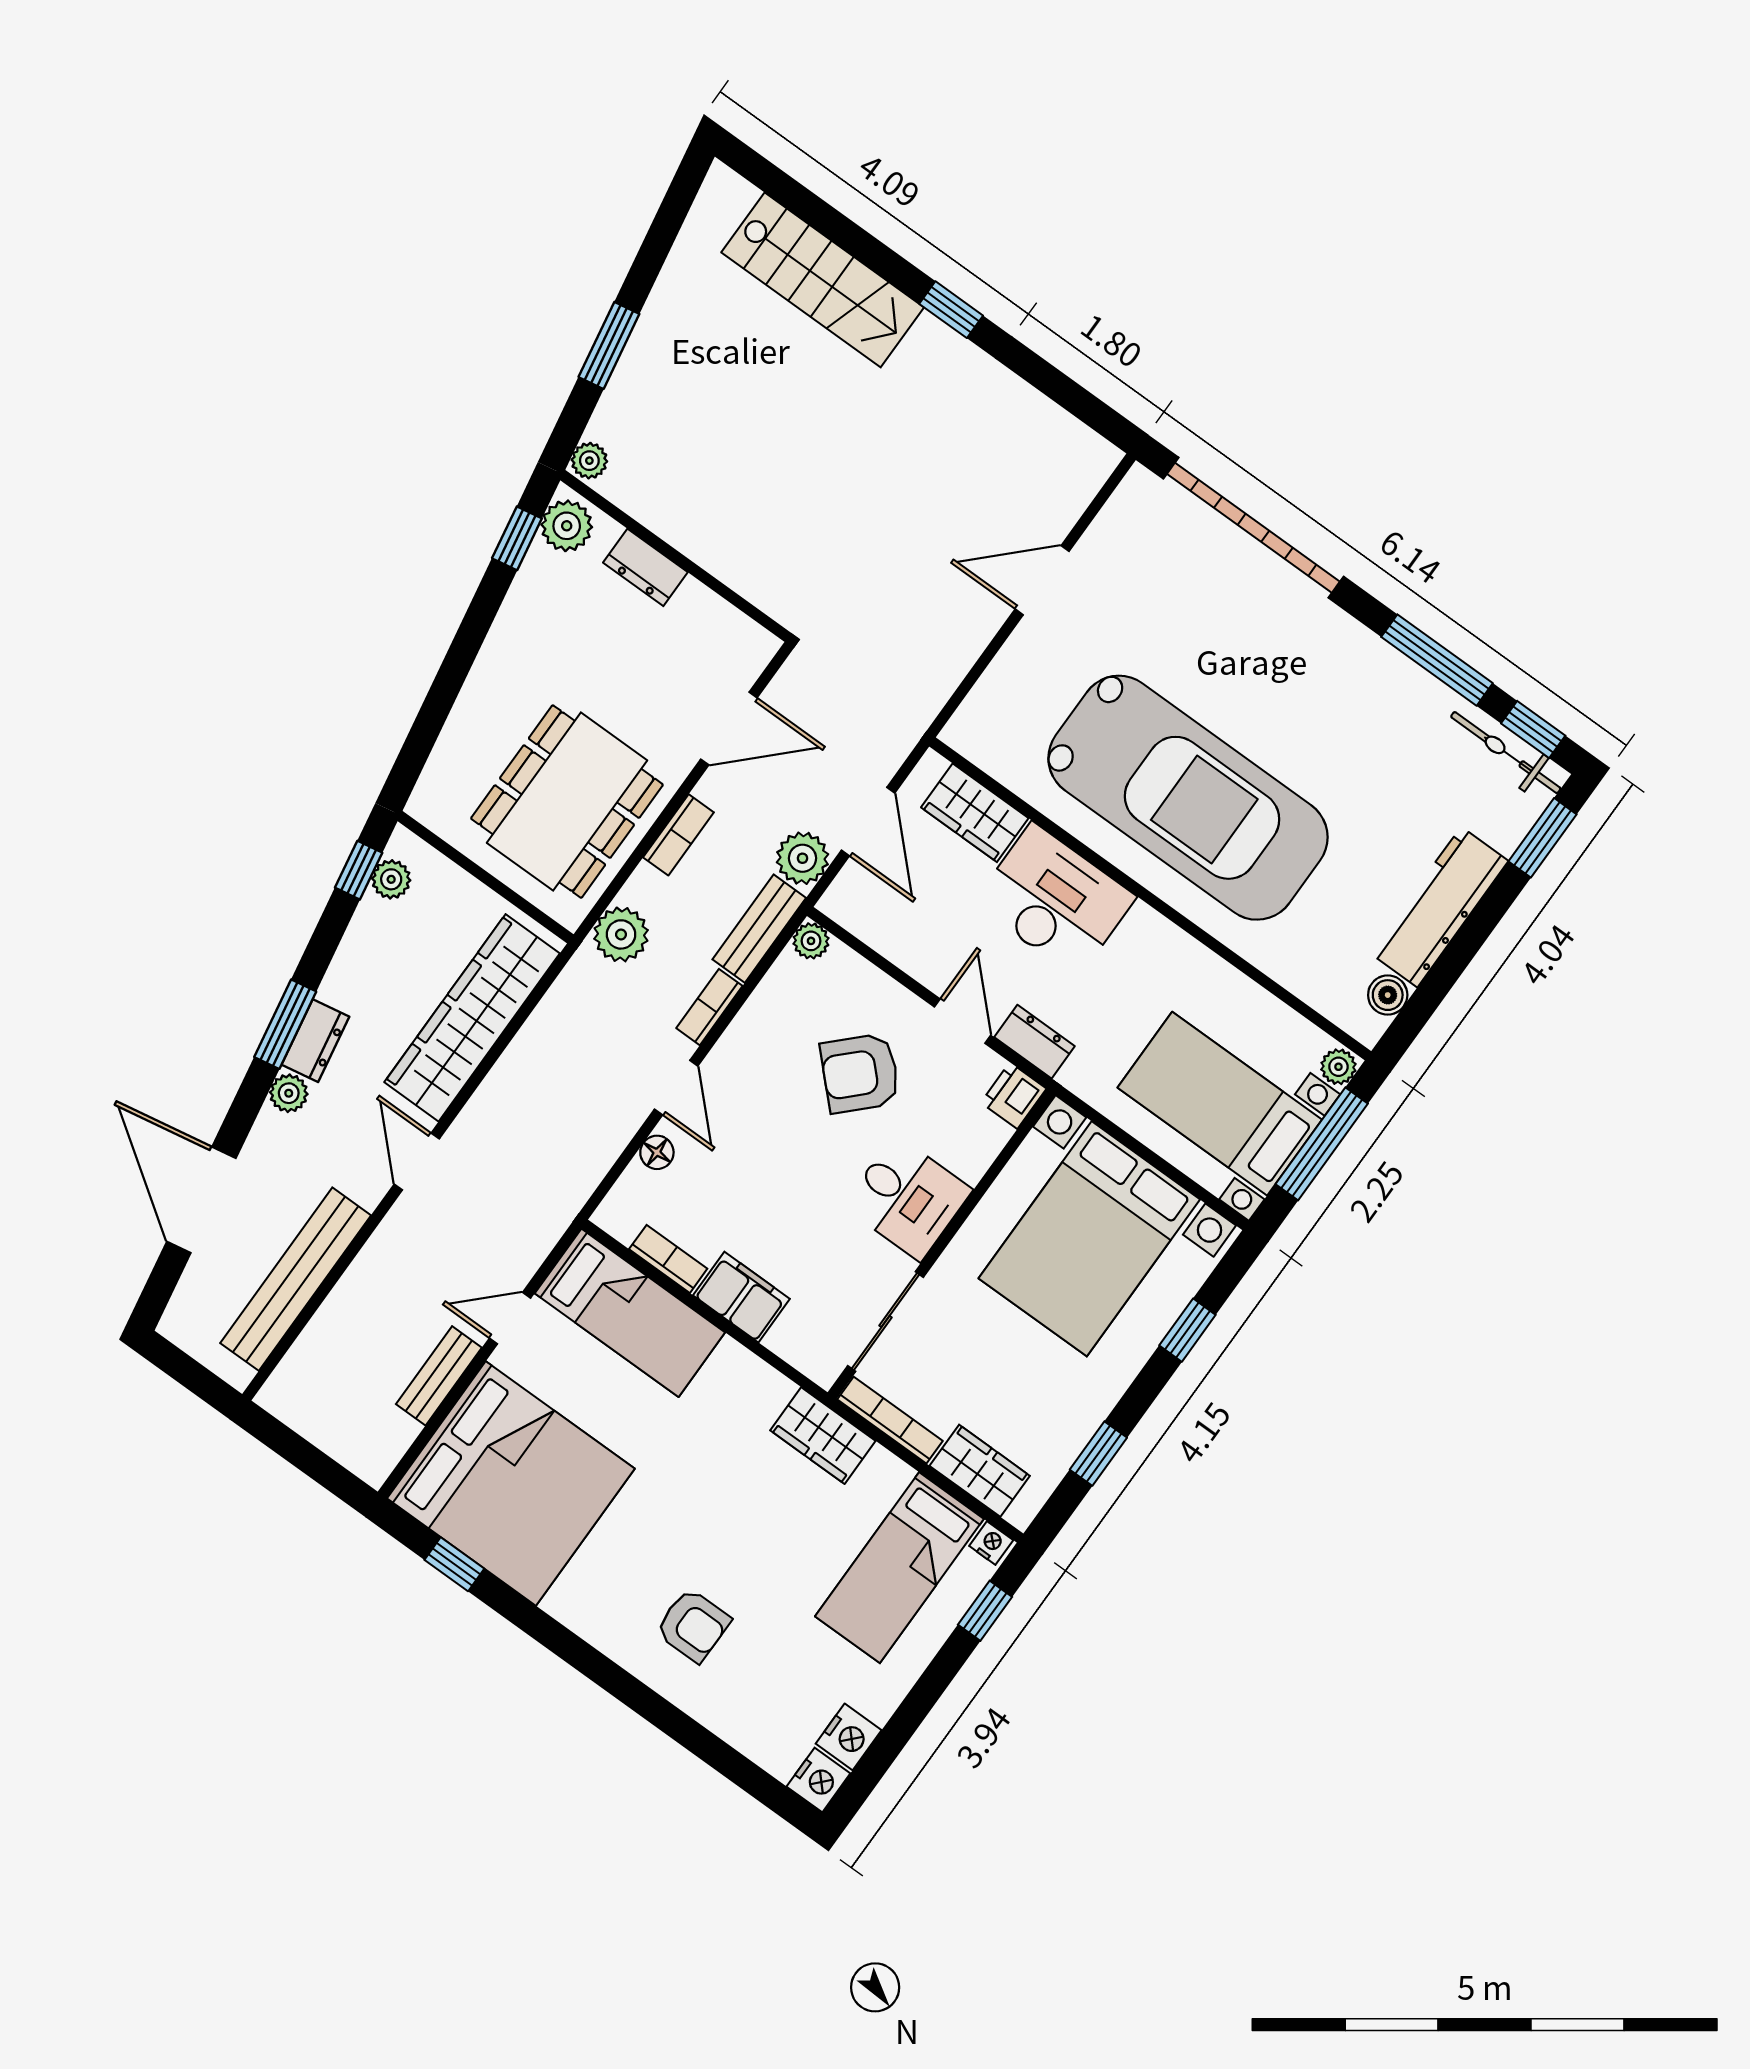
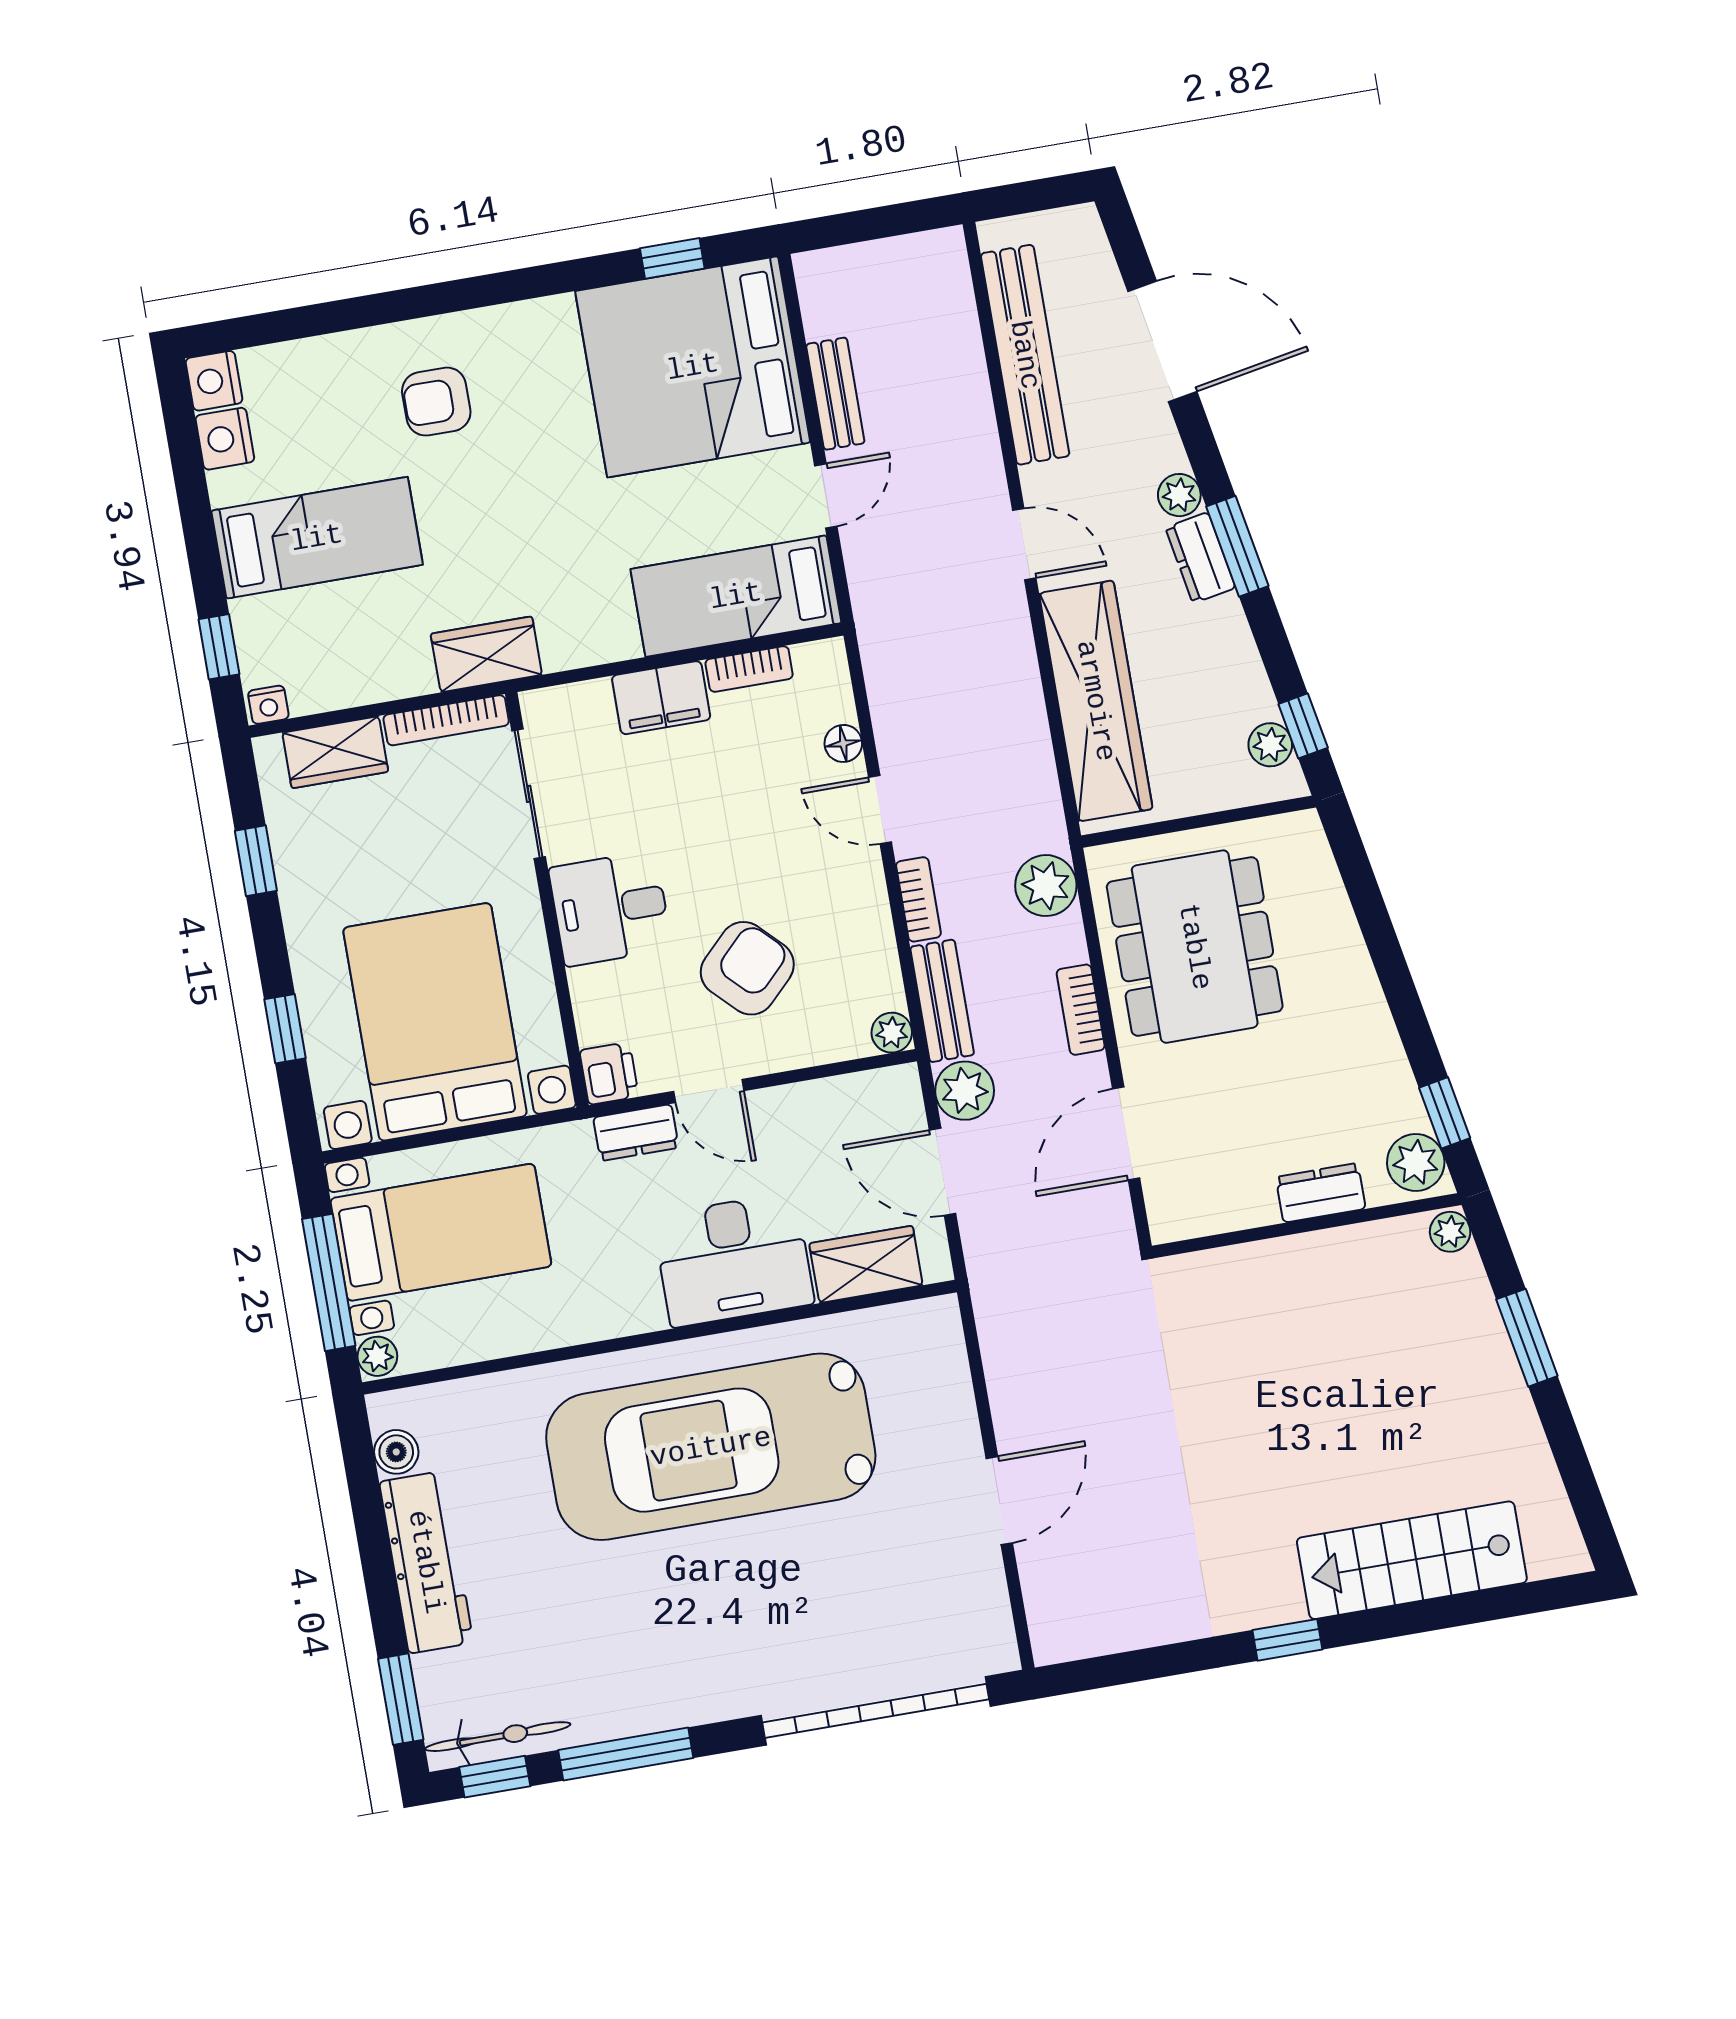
bed: (899, 1568) -> (317, 538), moved, turned 90

